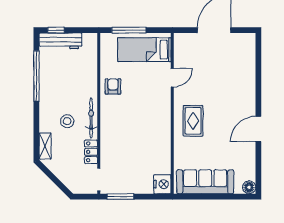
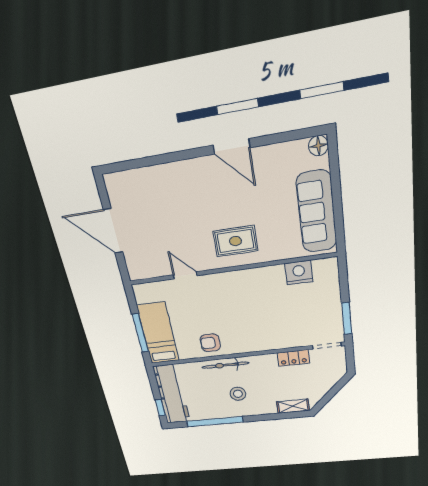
workbench: (60, 41) -> (172, 394), width x1.36, depth x1.32
bed: (144, 50) -> (158, 333), moved, turned 180
bicycle: (91, 118) -> (225, 365), moved
stool: (67, 121) -> (238, 394), moved
nightstand: (162, 184) -> (299, 273), moved

